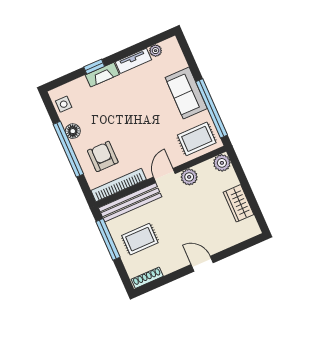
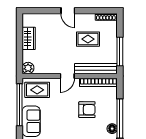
armchair: (103, 156) -> (87, 110), moved, turned -90
plant: (189, 177) -> (52, 68), removed
rug: (140, 239) -> (88, 39), moved

